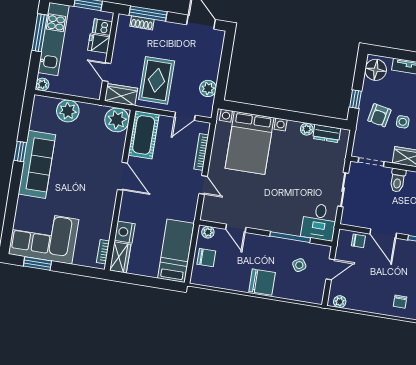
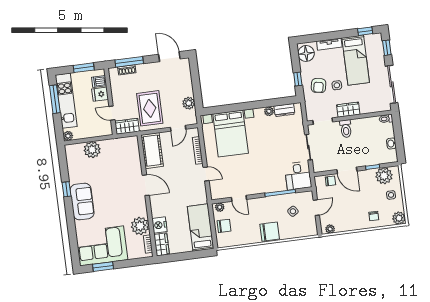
plant: (117, 120) -> (140, 226), moved
sofa: (37, 164) -> (82, 201), width x0.73

